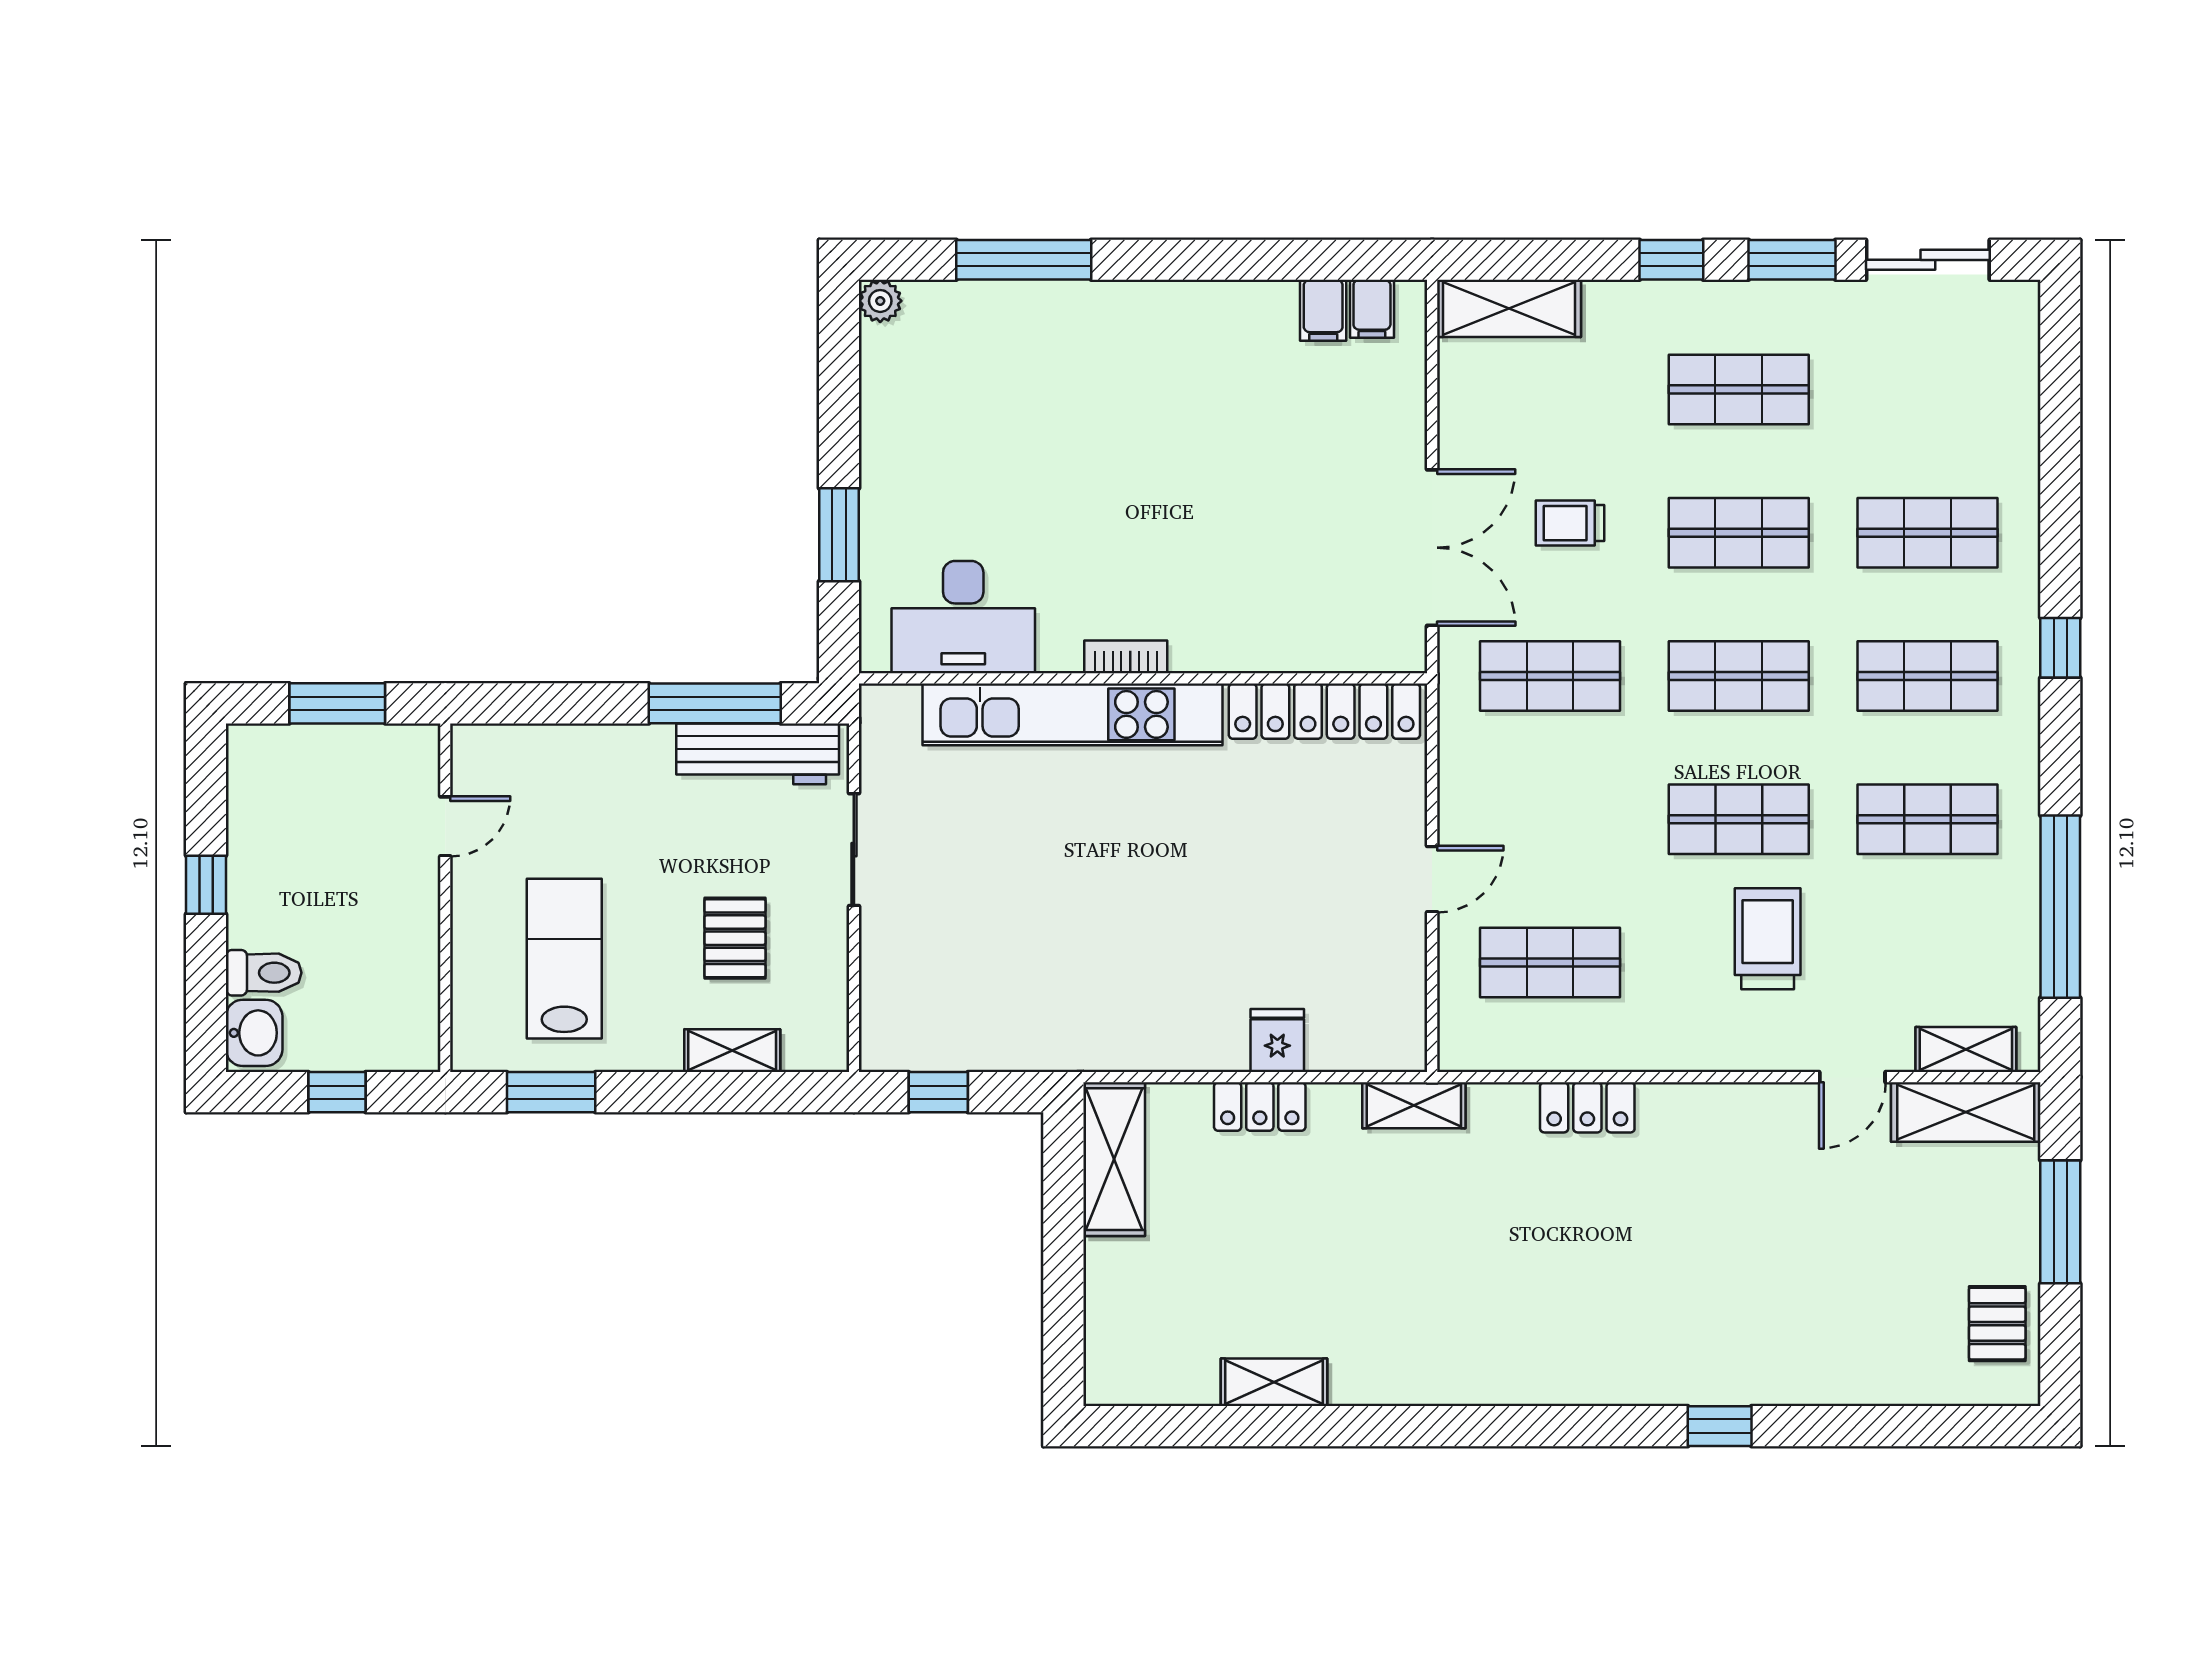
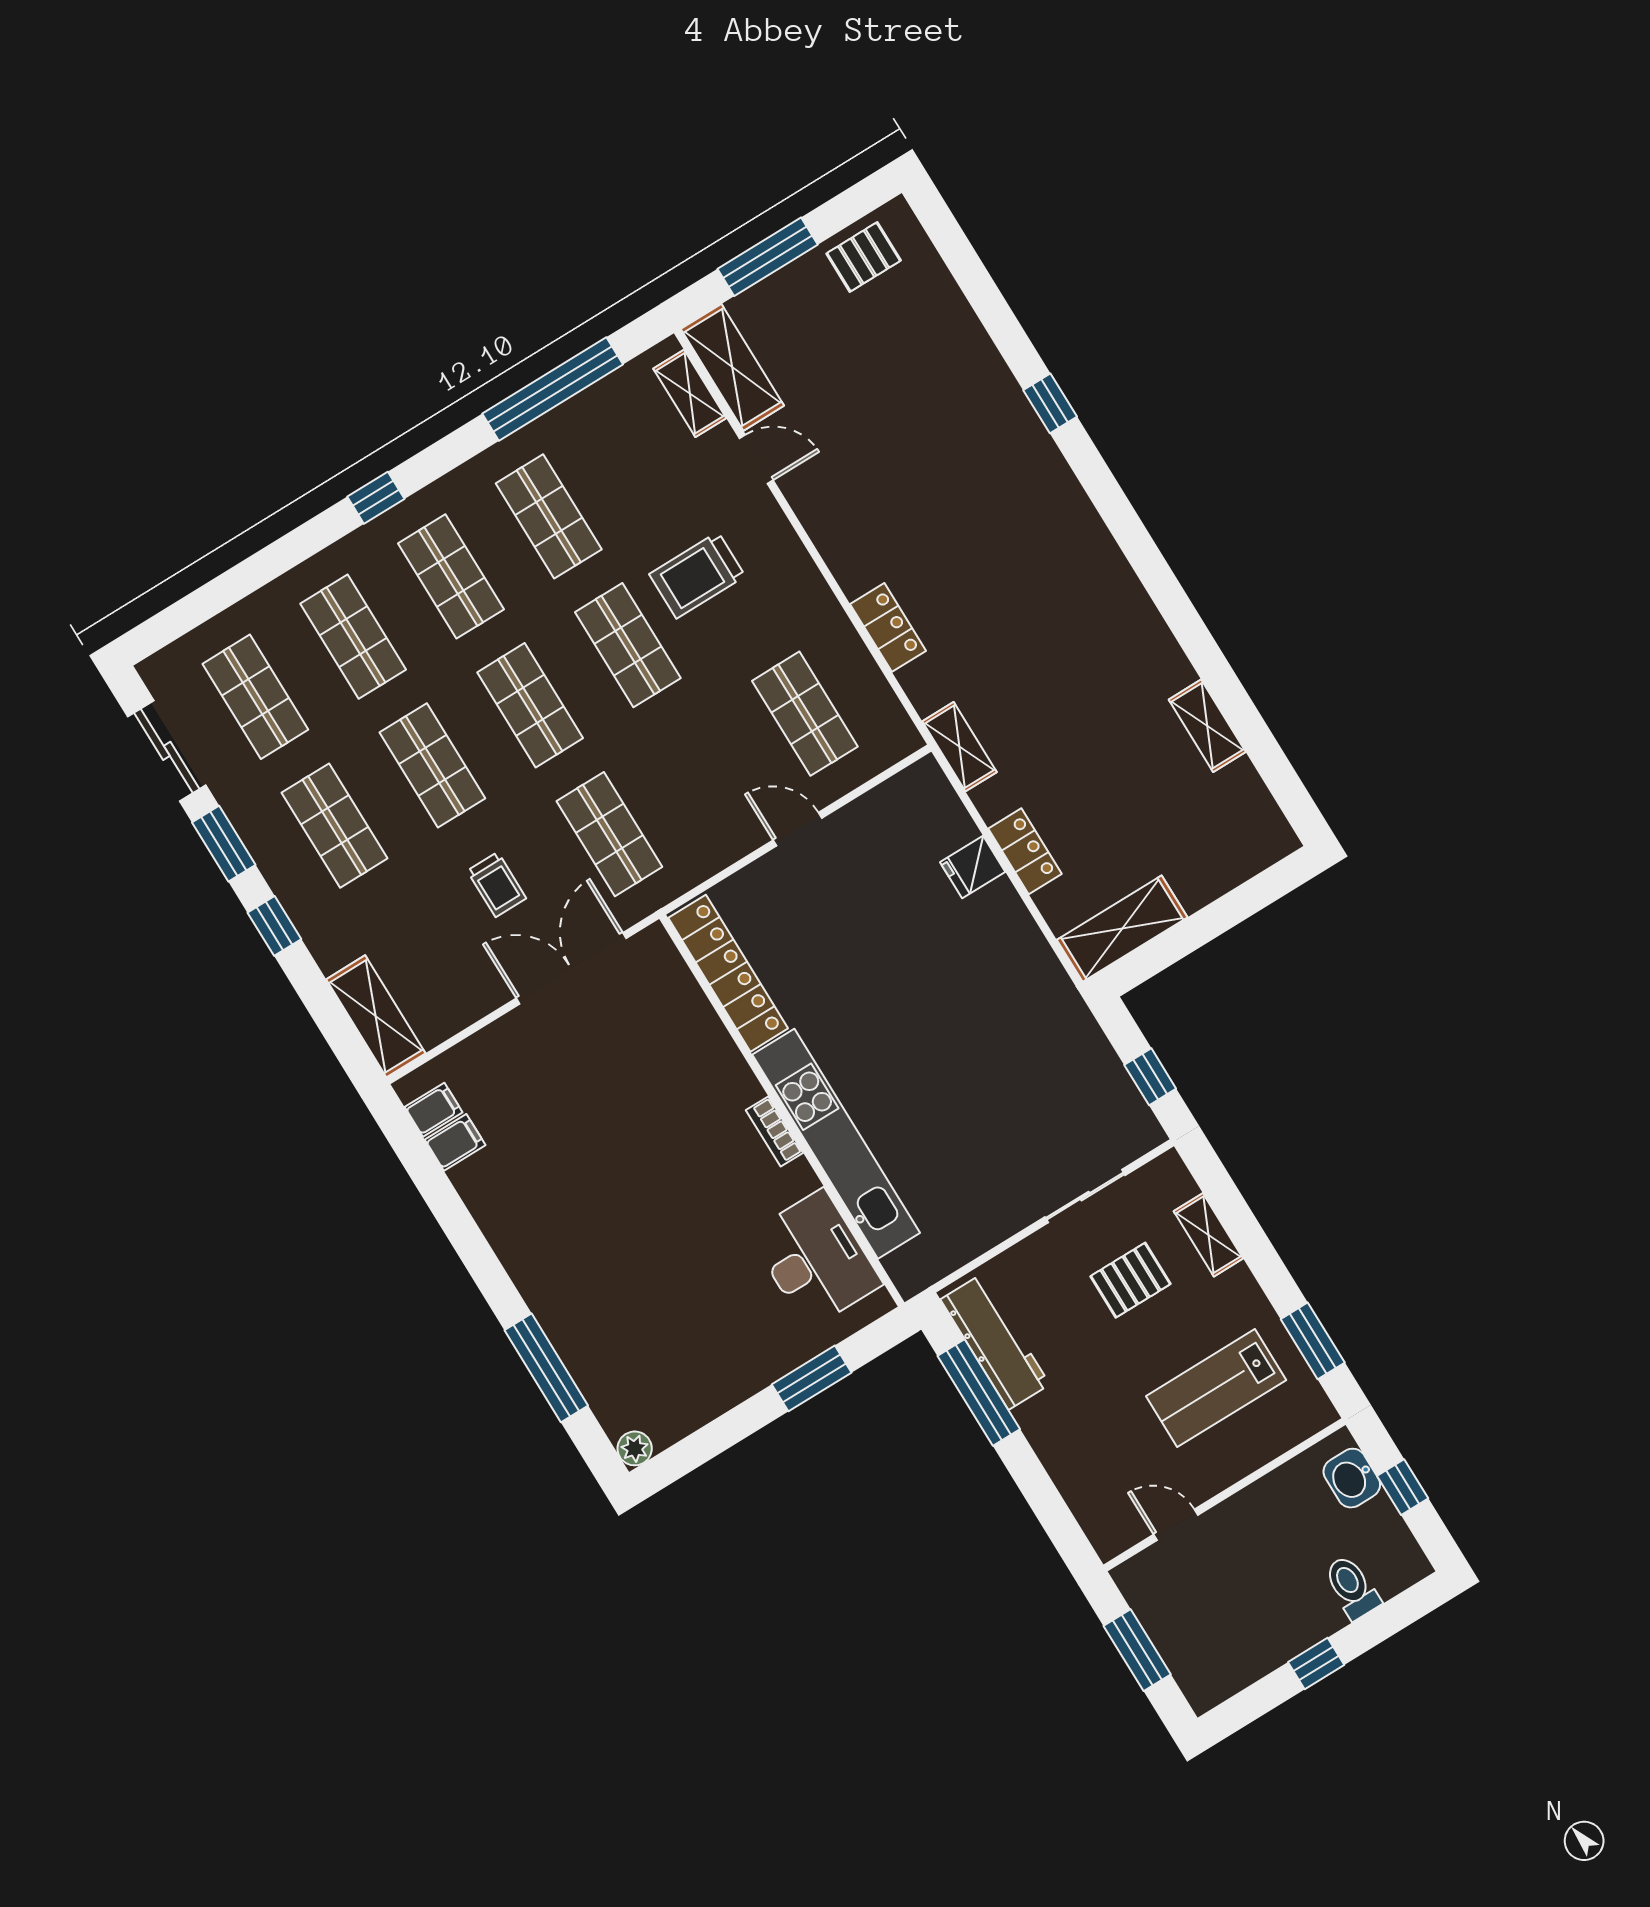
shop shelf: (1927, 389) -> (255, 697), added
sliding door: (854, 850) -> (1085, 1196), moved
washbasin: (254, 1033) -> (1352, 1478), moved, turned -90

